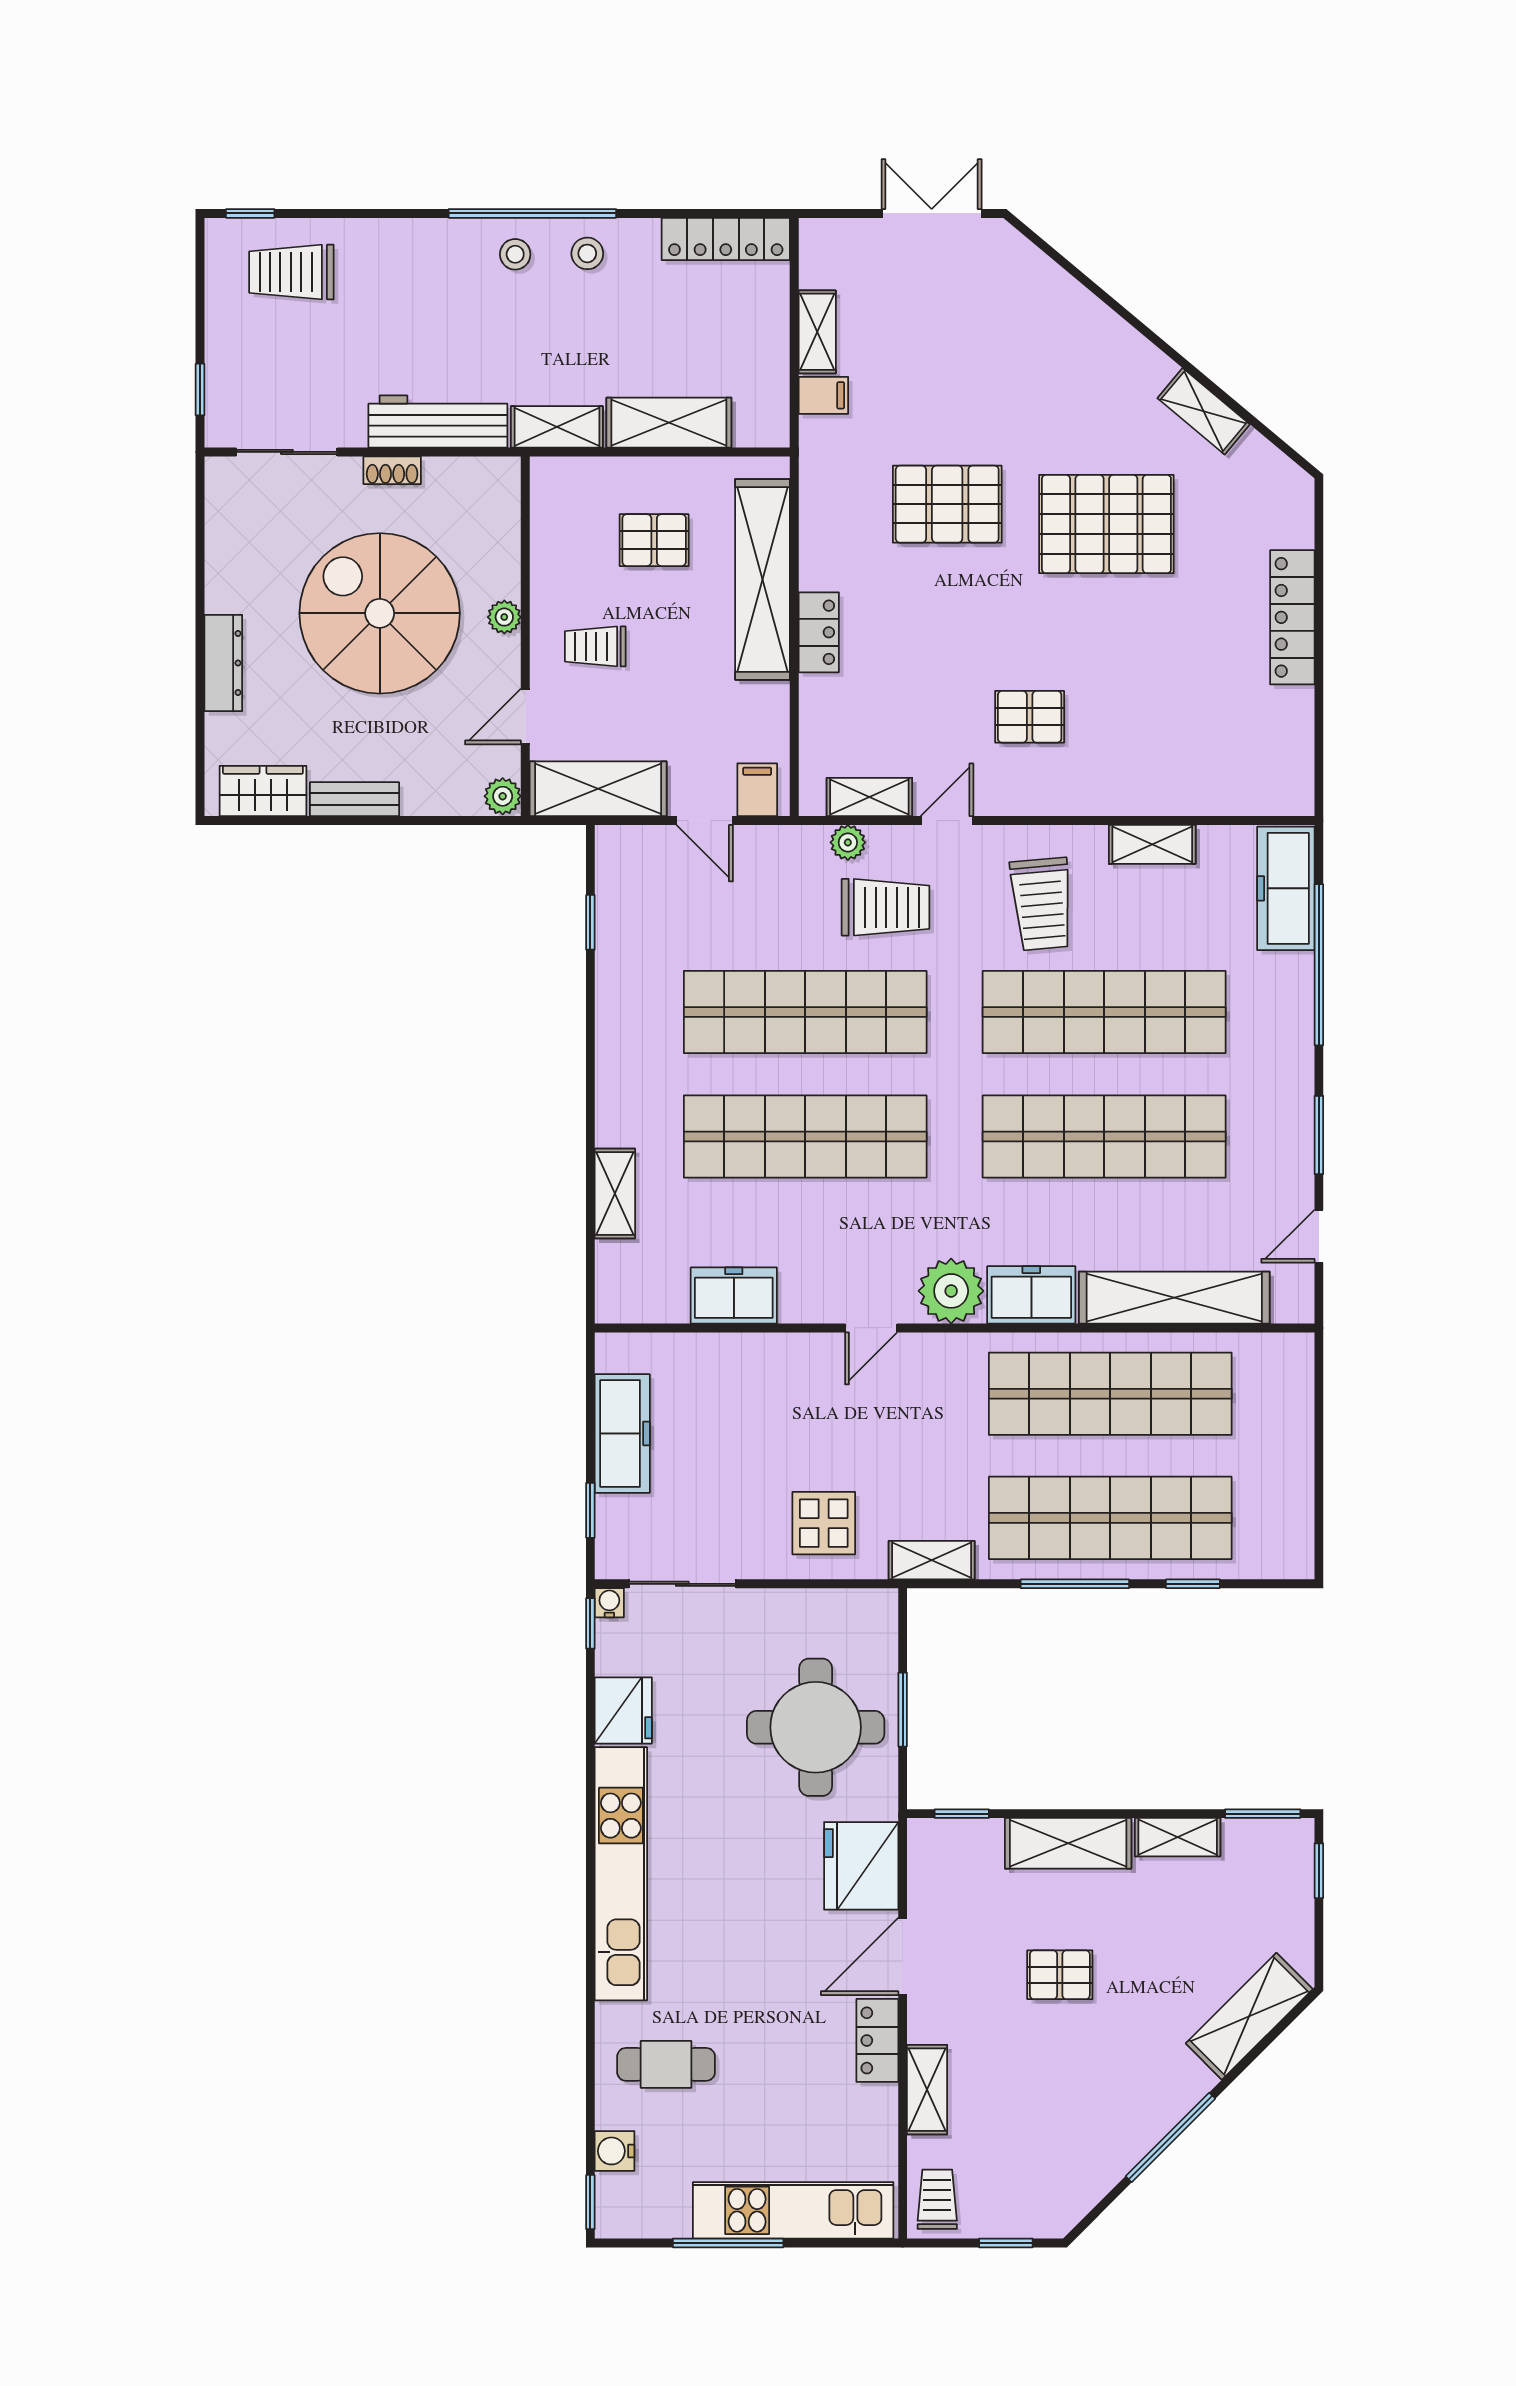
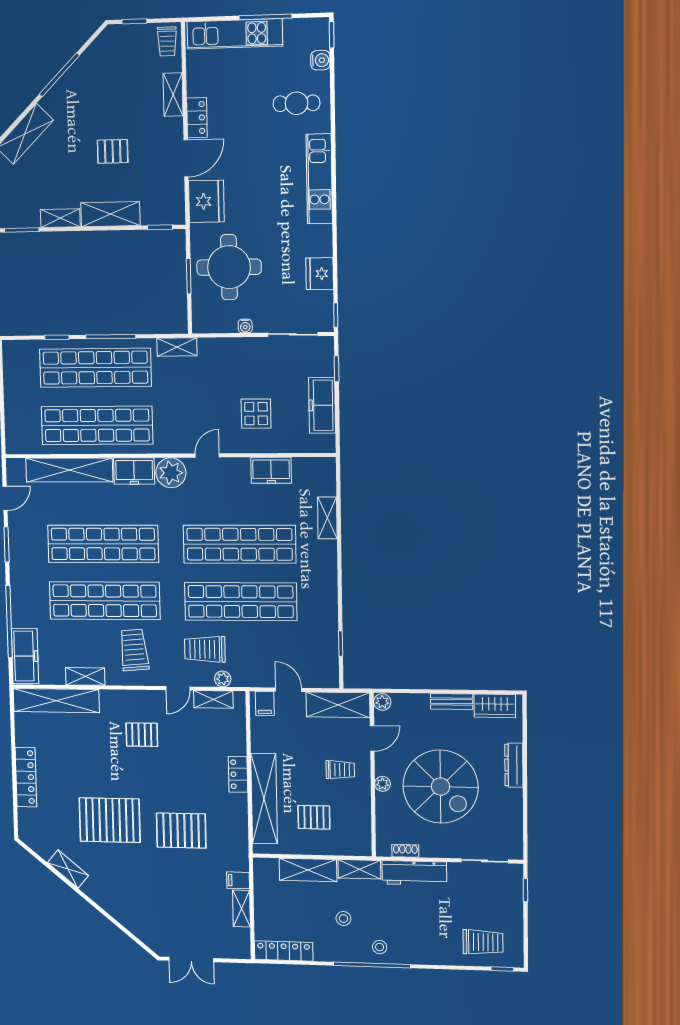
stool: (587, 253) -> (343, 918), moved
shoe rack: (392, 470) -> (405, 851), moved
shelving: (1219, 790) -> (56, 701), added
display table: (824, 1523) -> (256, 414), moved
water cooler: (609, 1603) -> (245, 326), moved
kitchen unit: (621, 1874) -> (319, 179), width x0.73

